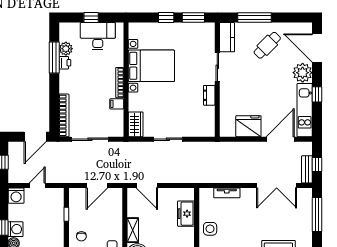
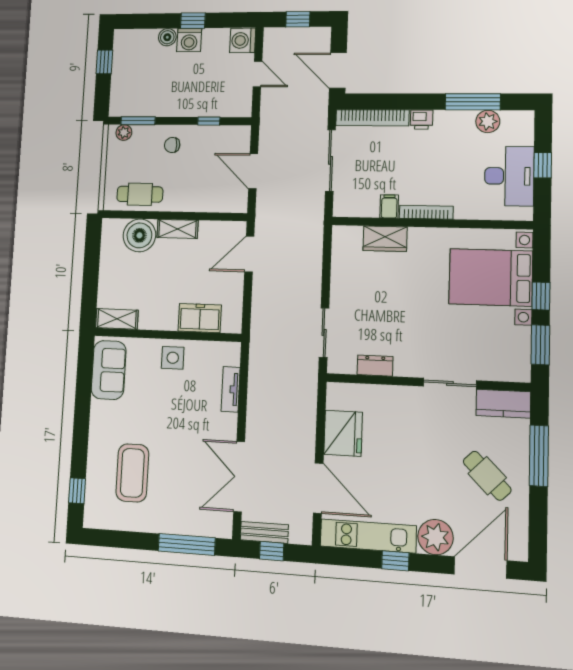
printer: (65, 63) -> (422, 120), moved
bed with nightstands: (151, 66) -> (491, 277), moved, turned 90
dresser: (209, 95) -> (375, 366), moved
wardrobe: (136, 124) -> (385, 239), moved
sliding door: (168, 139) -> (324, 333), moved

